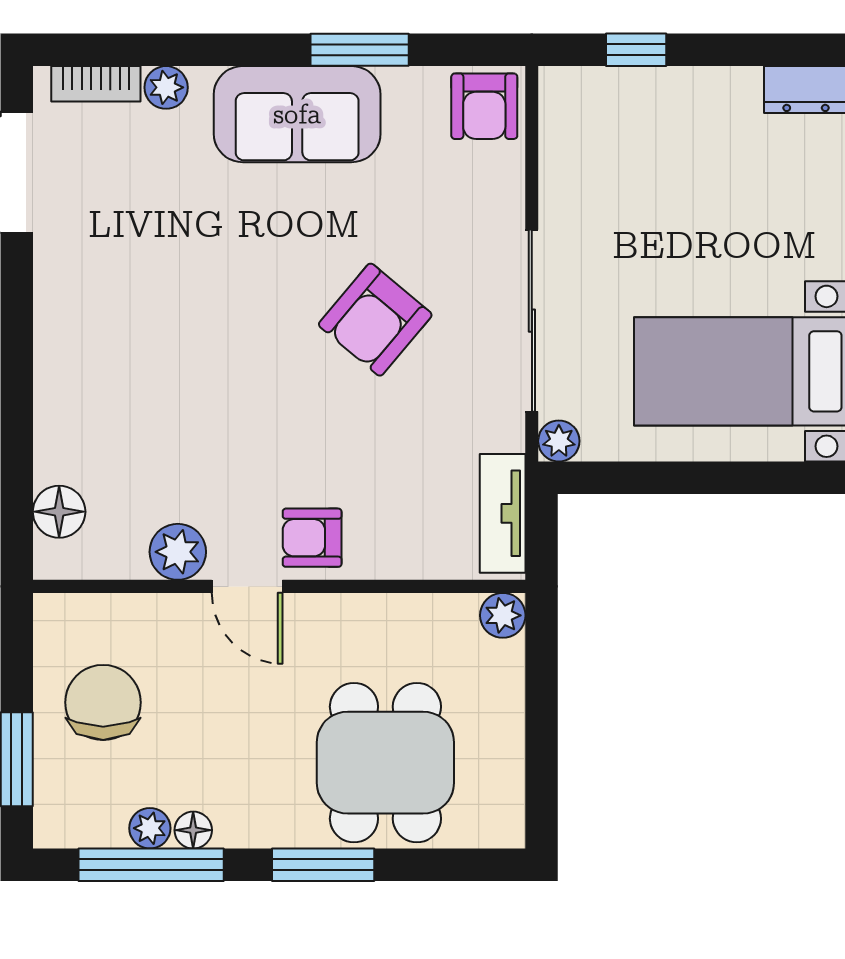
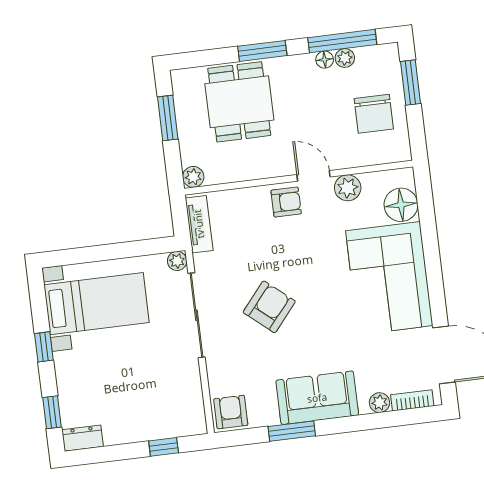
corner sofa: (113, 349) -> (389, 278), added
floor lamp: (59, 512) -> (401, 205), width x1.38, depth x1.38
window: (541, 747) -> (168, 118), added

